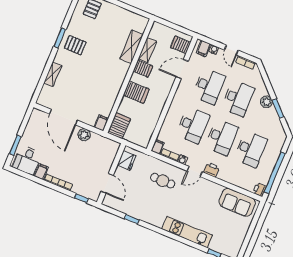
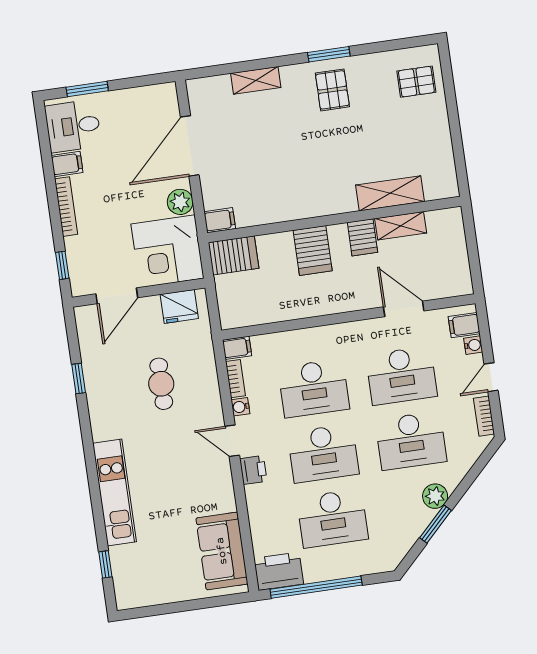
server rack: (181, 45) -> (446, 280), removed
corner desk: (101, 152) -> (167, 251), added
cafe table: (163, 181) -> (161, 384), moved
printer: (260, 190) -> (279, 571), width x1.87, depth x1.48

